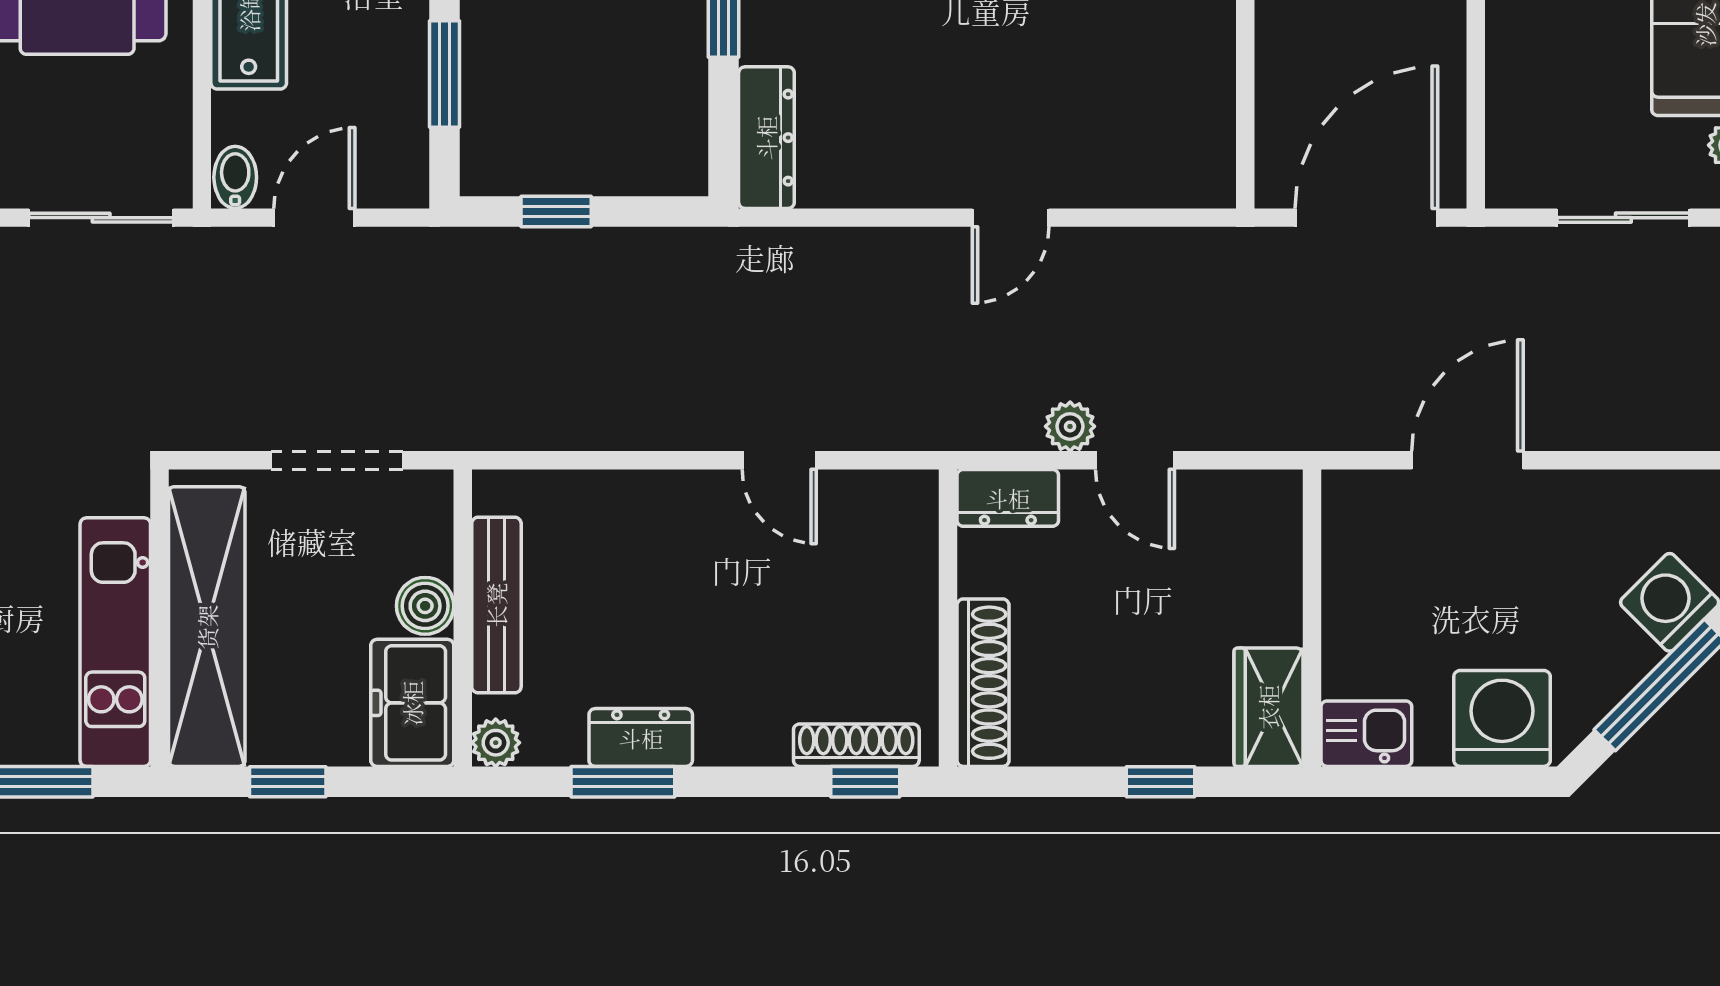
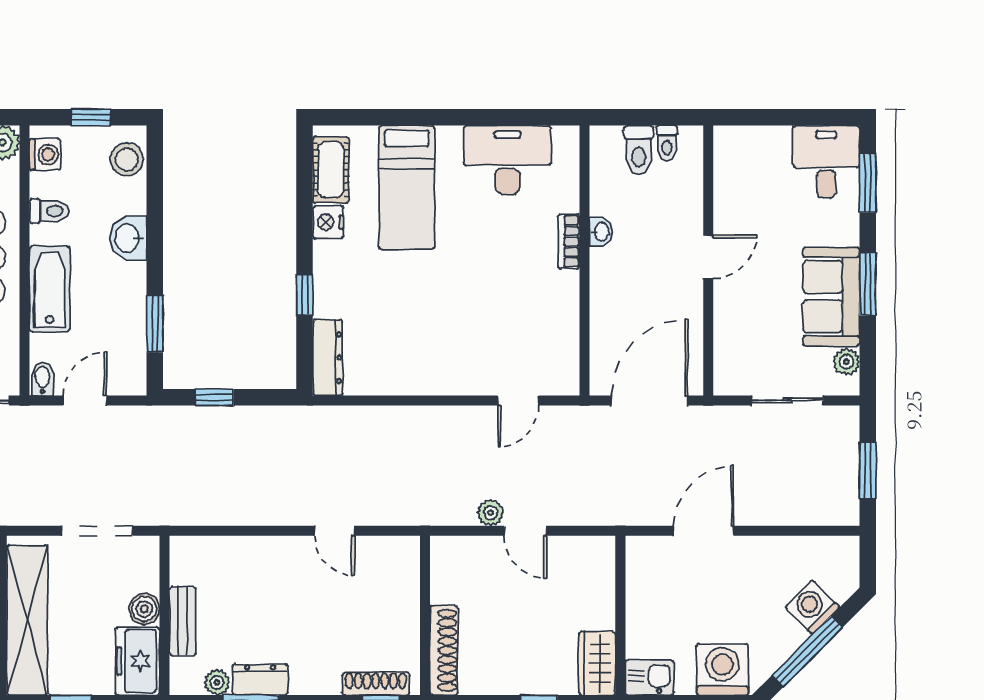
door: (1011, 218) -> (518, 401), moved
dresser: (1008, 498) -> (457, 551), removed
bench: (496, 605) -> (183, 621), width x0.73
plant: (496, 743) -> (217, 682), moved

